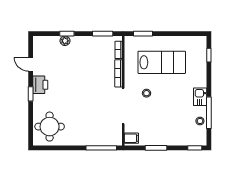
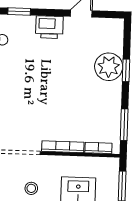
plant: (65, 41) -> (109, 67), width x1.87, depth x1.87
window: (31, 94) -> (19, 12), moved

